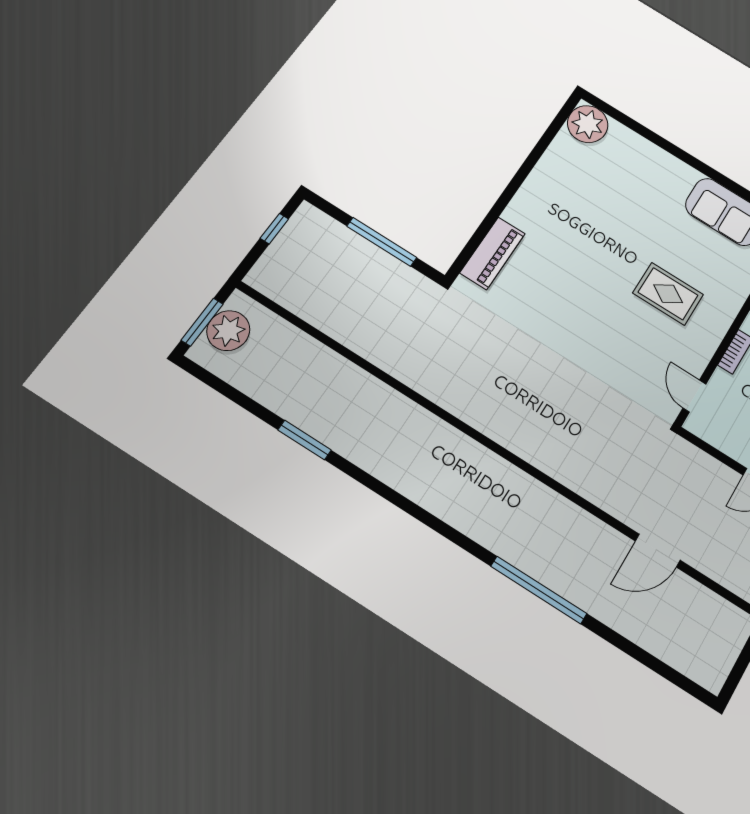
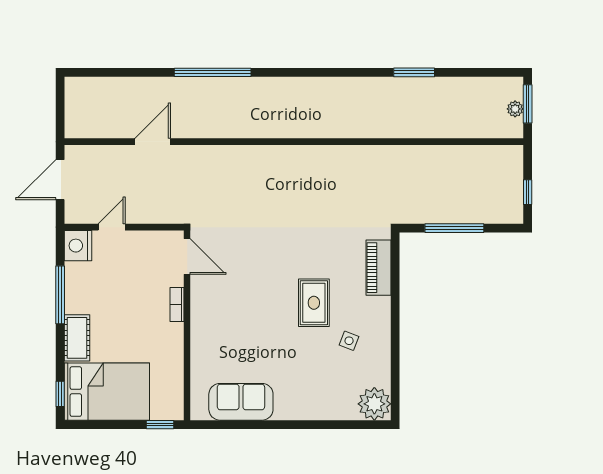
side table: (573, 200) -> (349, 341), added
rug: (668, 294) -> (314, 303), moved, turned 90
plant: (228, 331) -> (515, 109), width x0.53, depth x0.53
door: (694, 396) -> (187, 256), width x1.38

